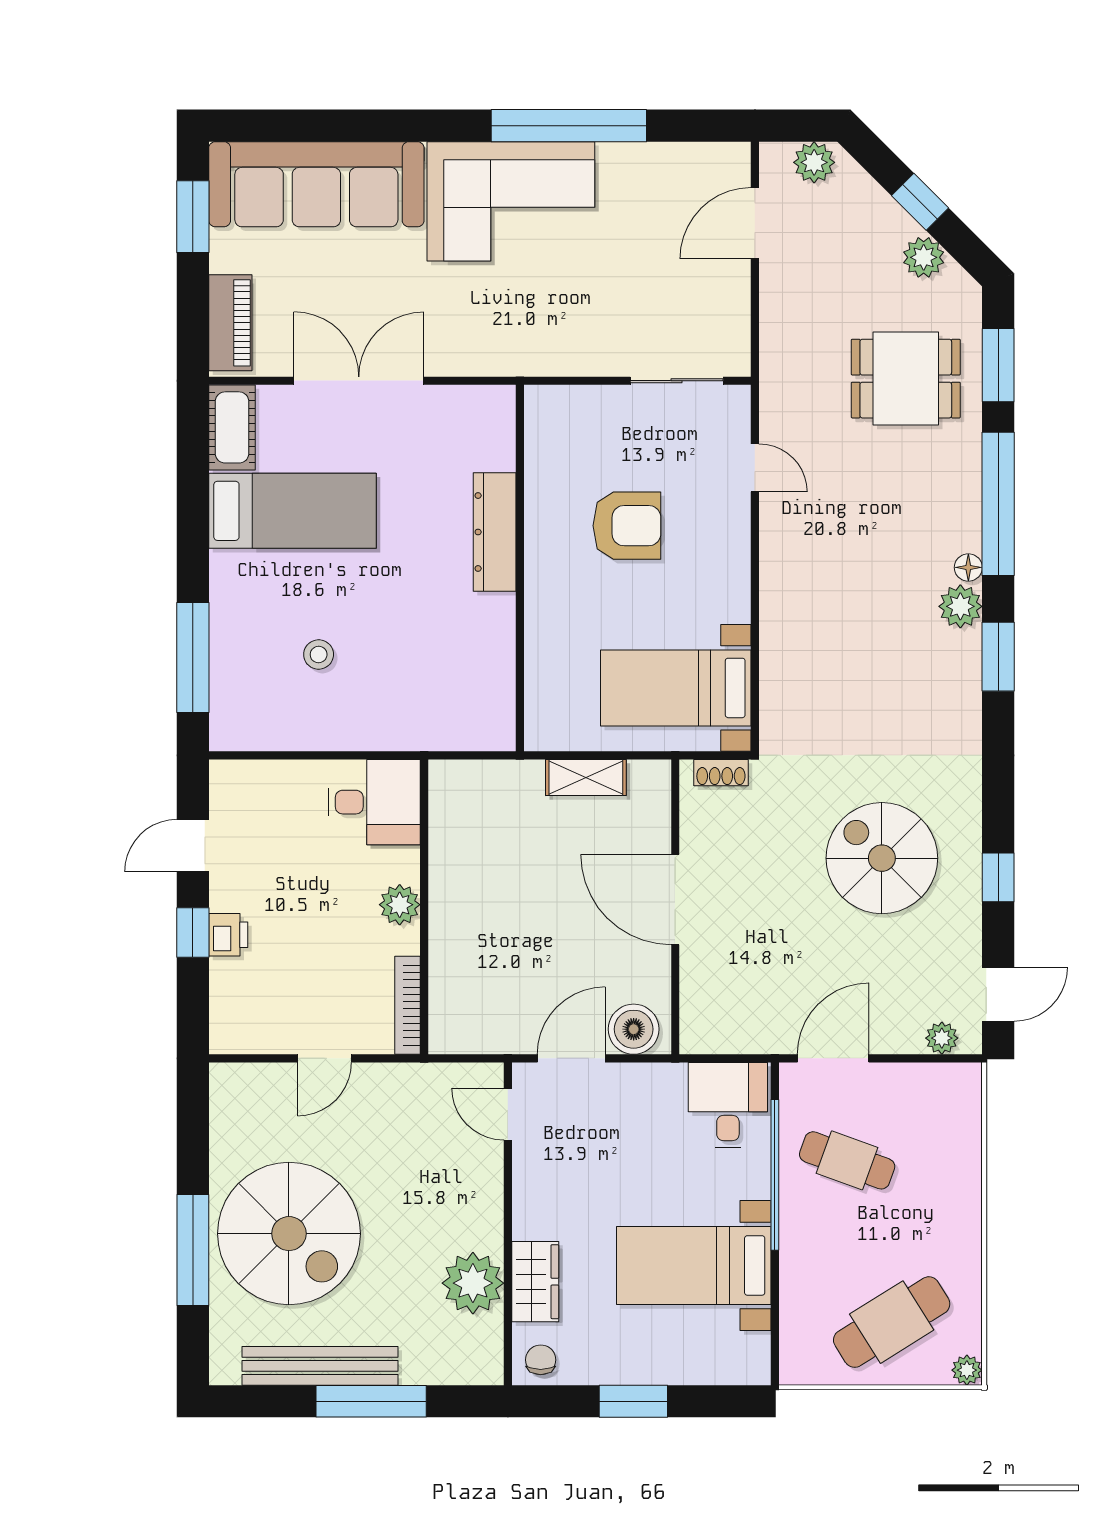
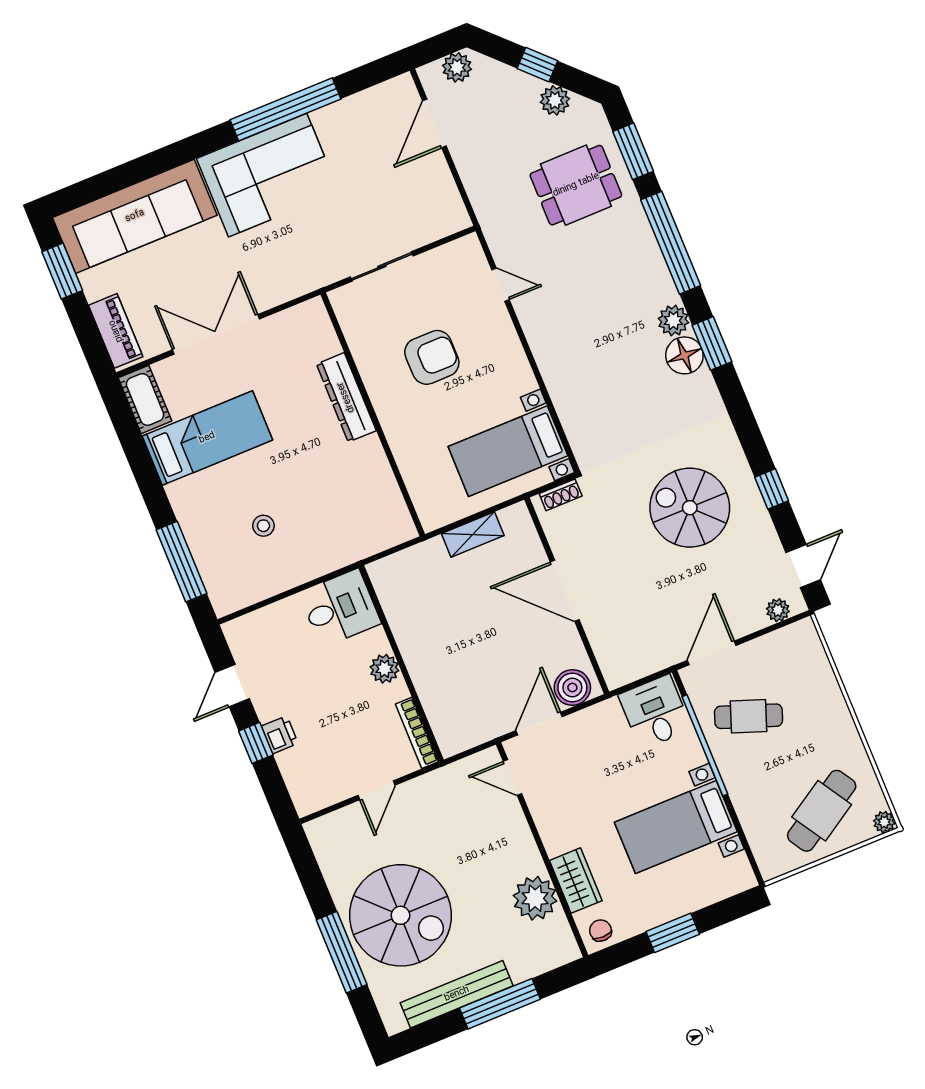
sliding door: (677, 381) -> (382, 266), moved
floor lamp: (968, 567) -> (684, 355), moved, width x1.89, depth x1.89

